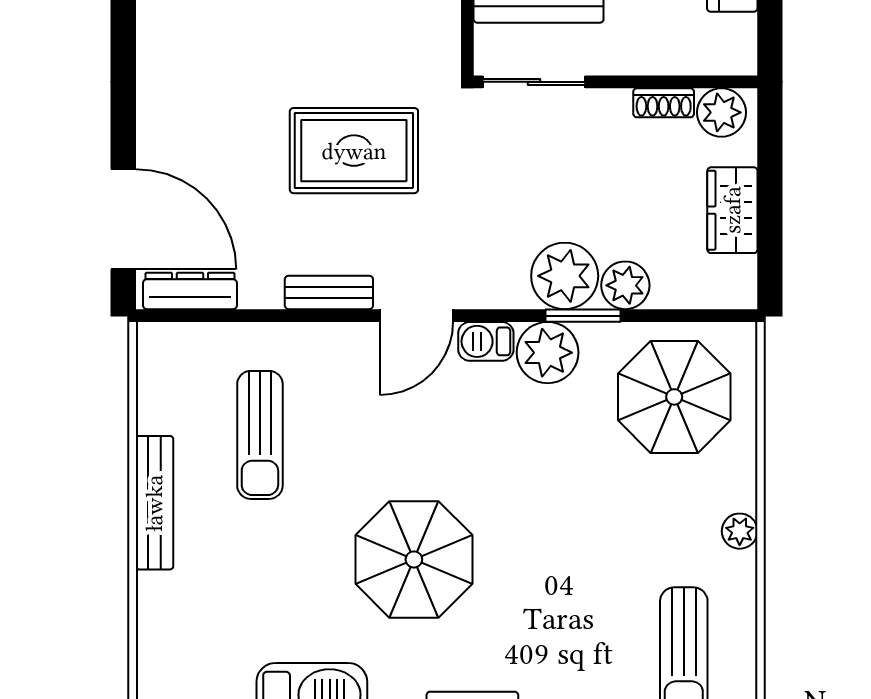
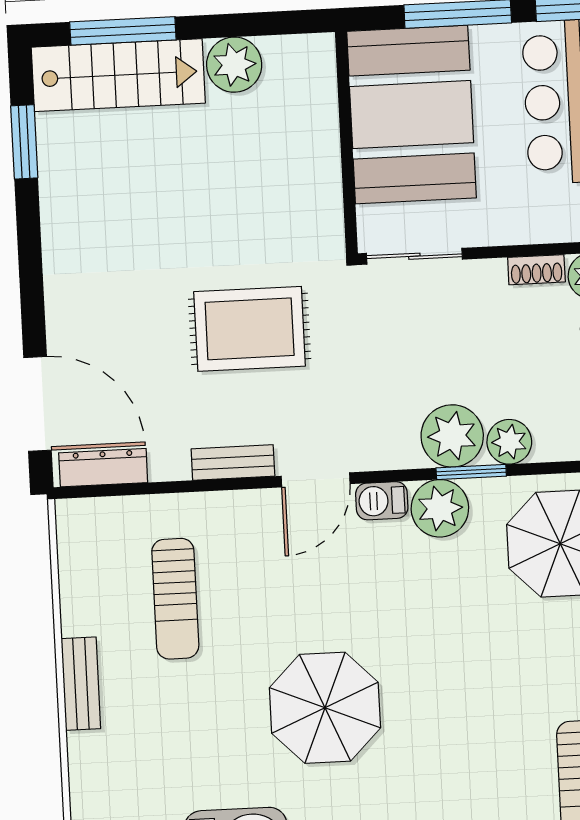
bench: (154, 503) -> (81, 684), width x0.73

